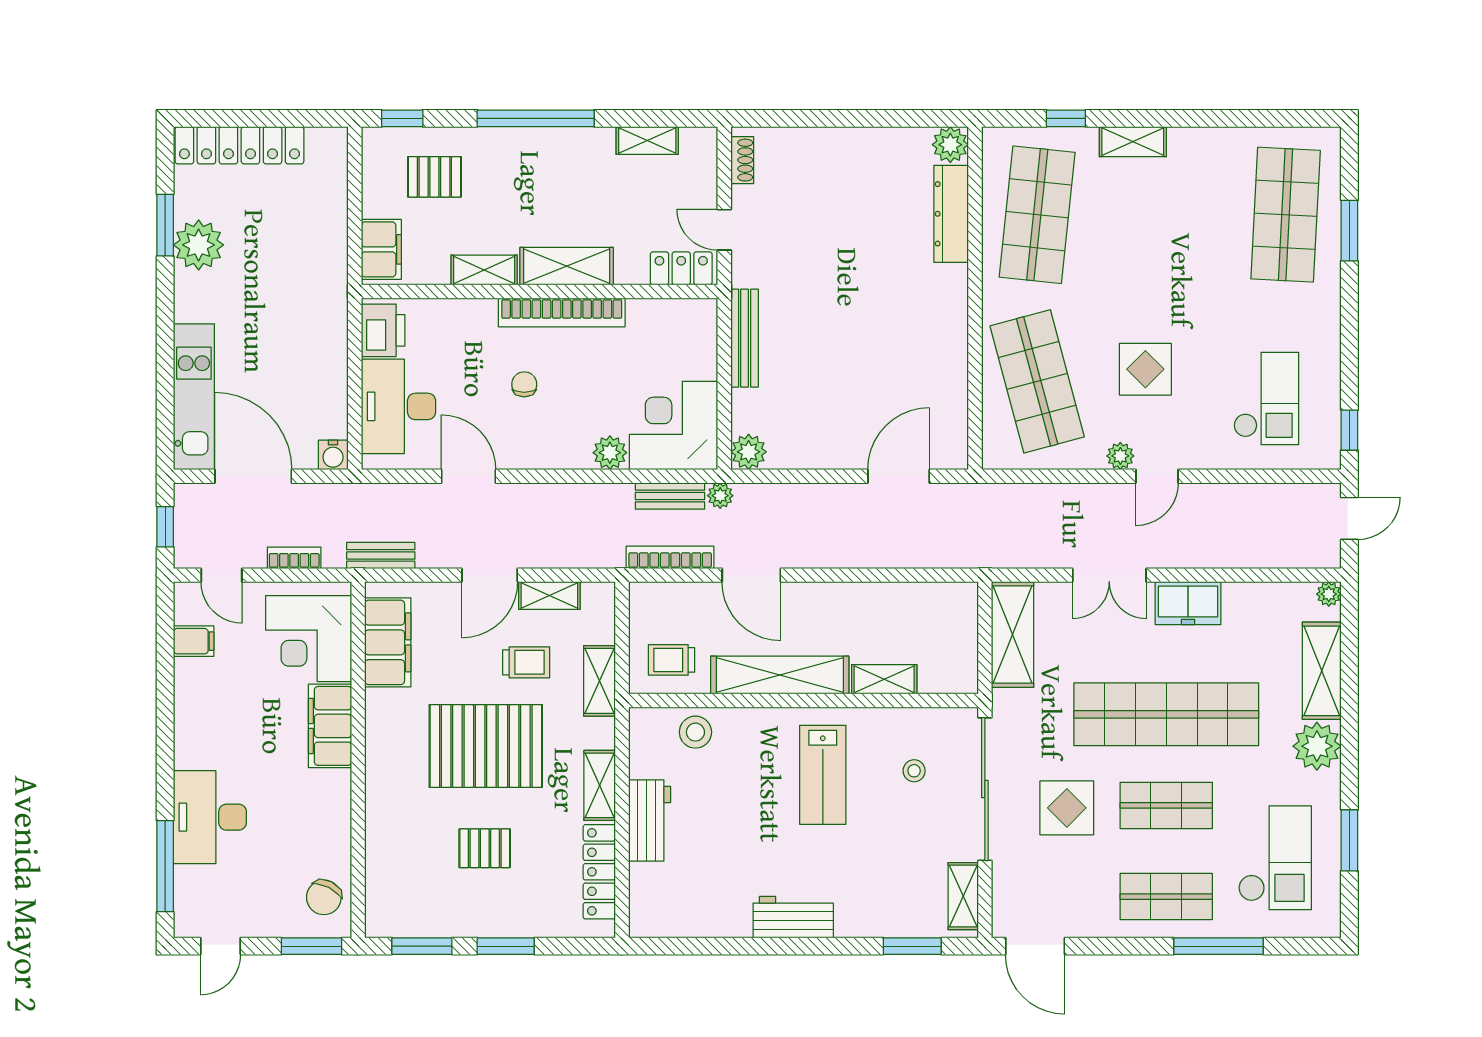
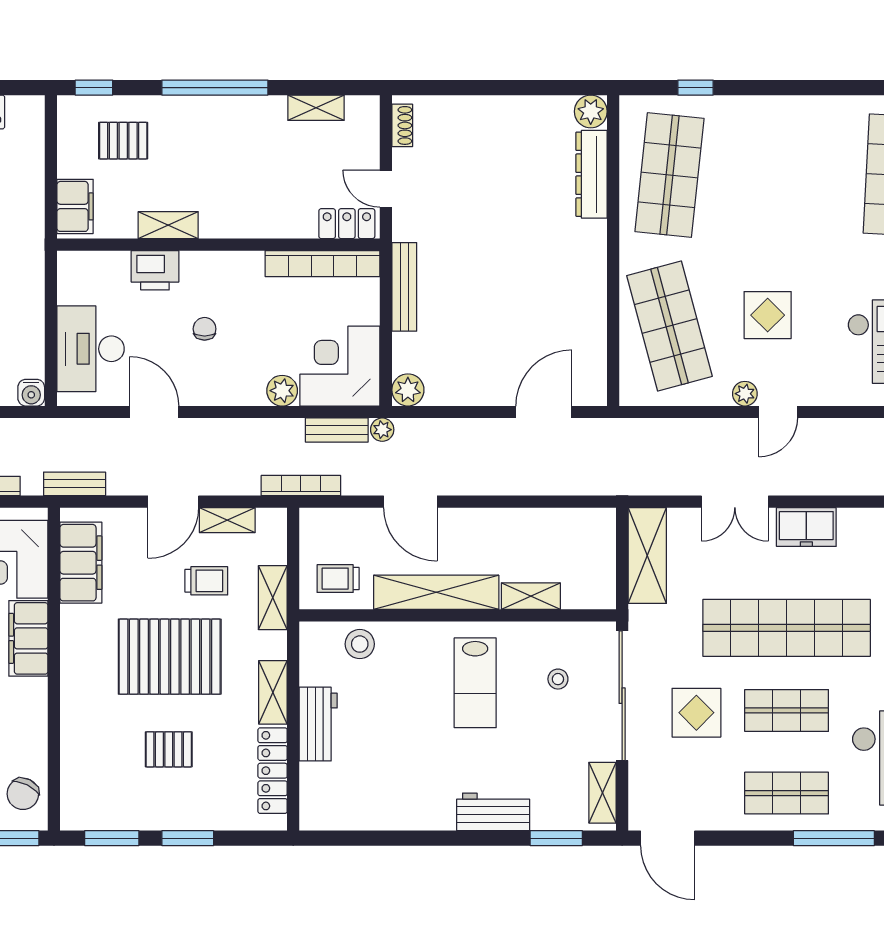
shelving: (1133, 142) -> (756, 109), removed
shelving: (567, 266) -> (243, 222), removed
bookcase: (562, 312) -> (322, 264), moved
printer: (383, 330) -> (155, 270), moved, turned 90
bookcase: (670, 557) -> (301, 486), moved
workbench: (793, 917) -> (493, 812), moved

